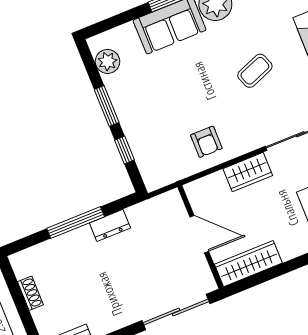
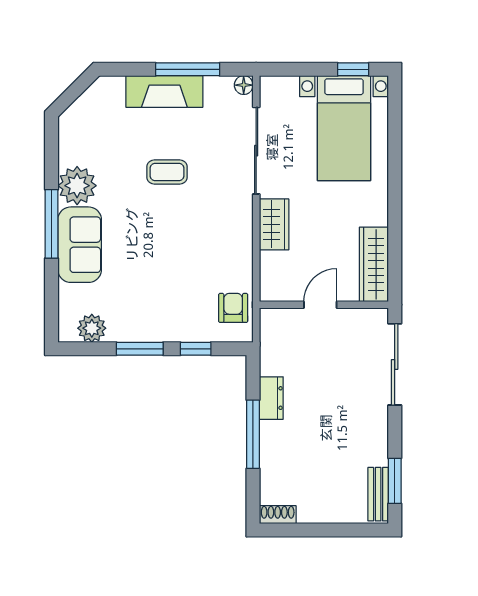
coffee table: (255, 71) -> (167, 172), turned -69
armchair: (206, 142) -> (233, 308), moved, turned -90
door: (199, 234) -> (320, 305), width x0.73
shoe rack: (30, 293) -> (278, 515), moved

